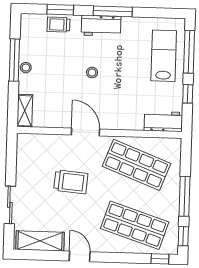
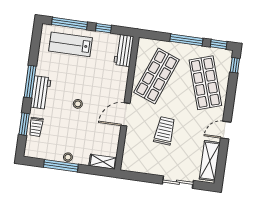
shop shelf: (135, 225) -> (205, 83), turned -36

